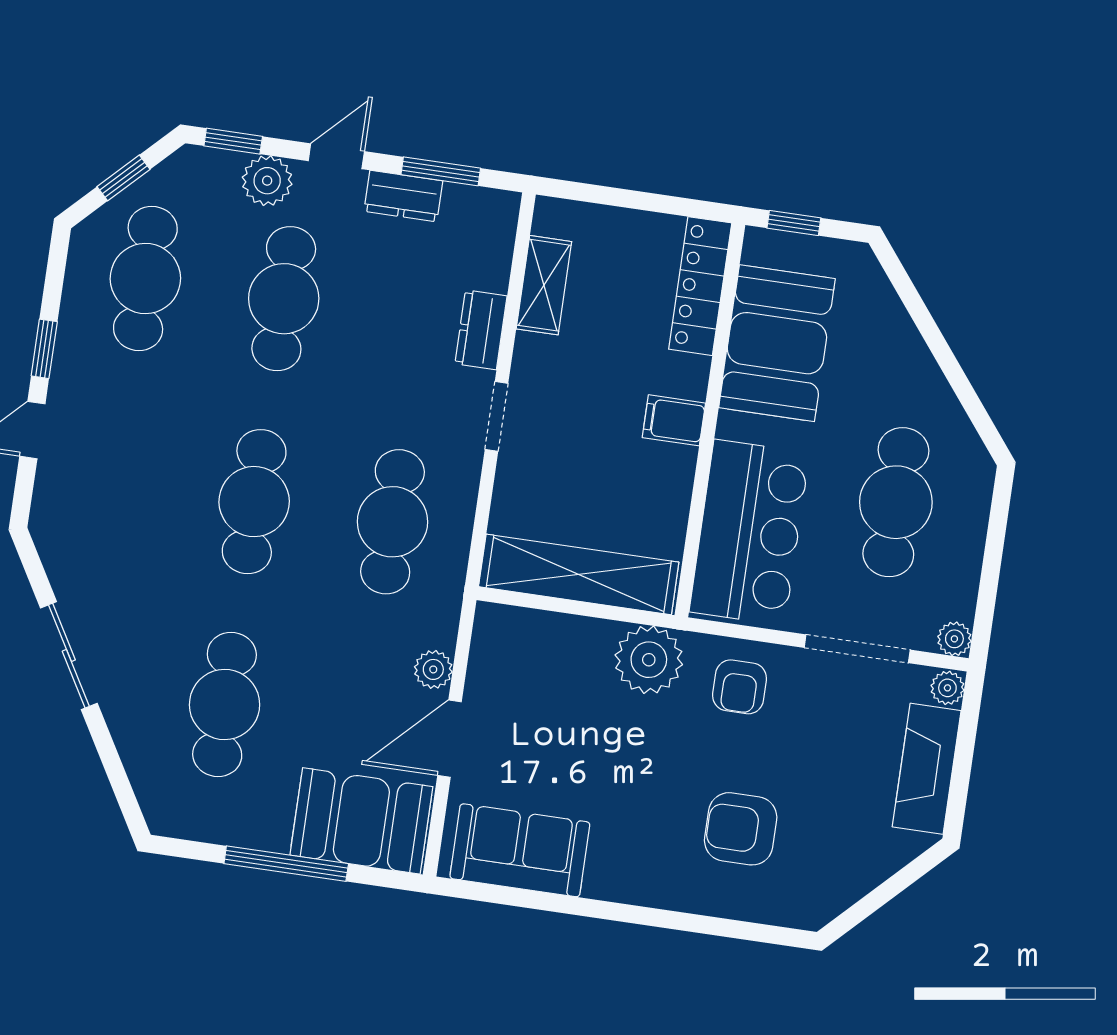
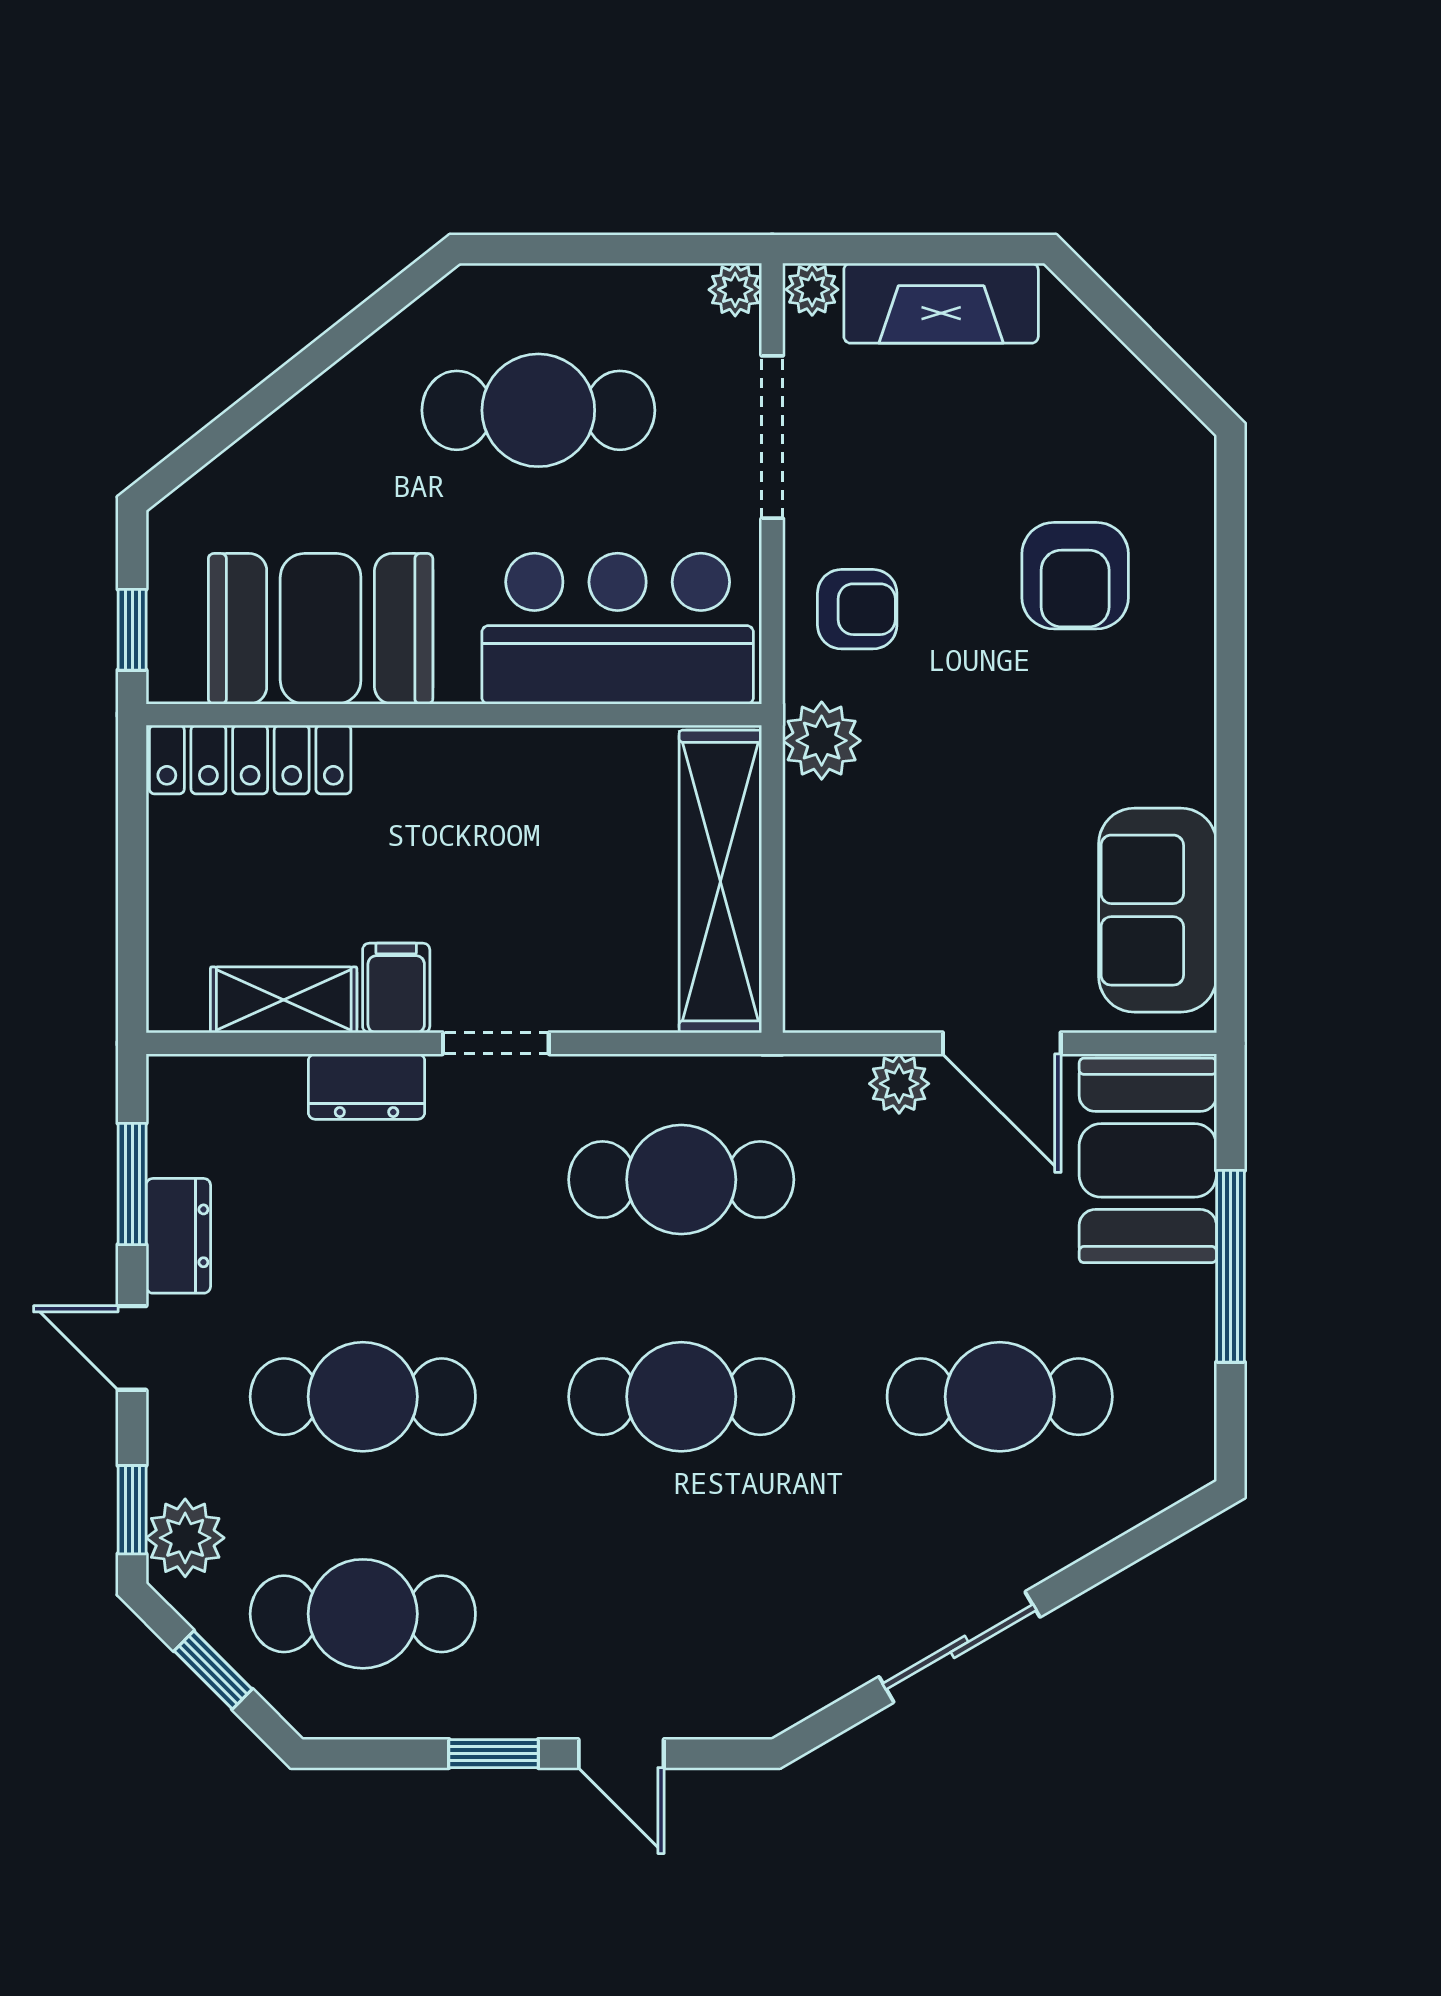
plant: (267, 181) -> (185, 1538), moved
filing cabinet: (674, 420) -> (396, 988), moved, turned 180
plant: (649, 660) -> (822, 741), width x0.73, depth x0.73

